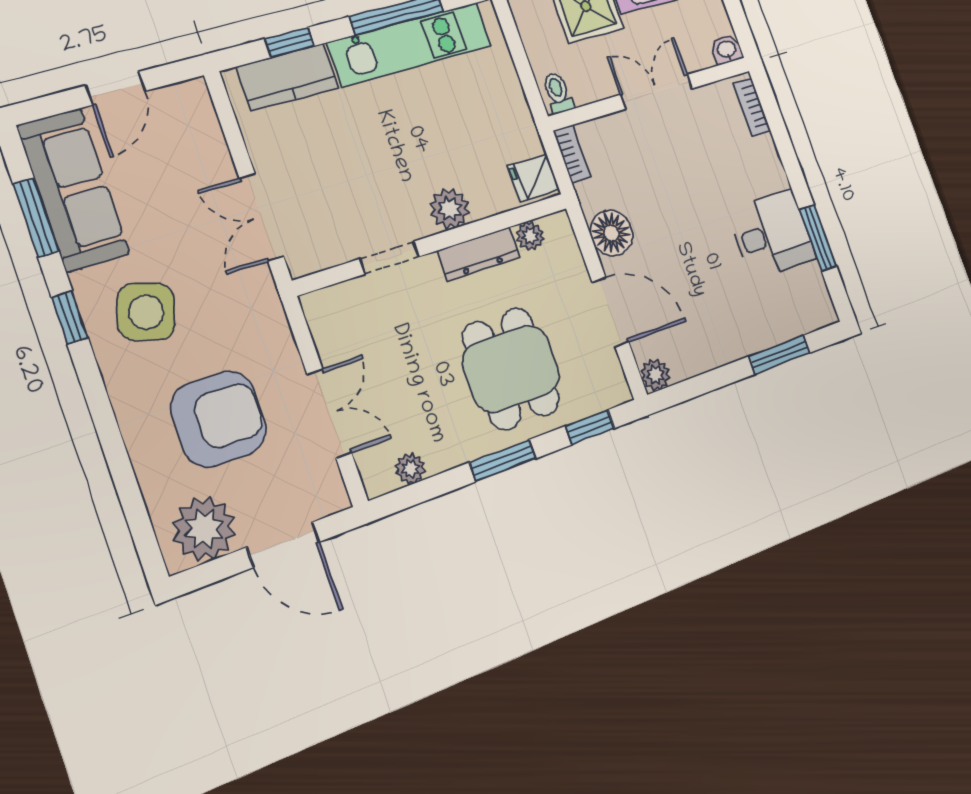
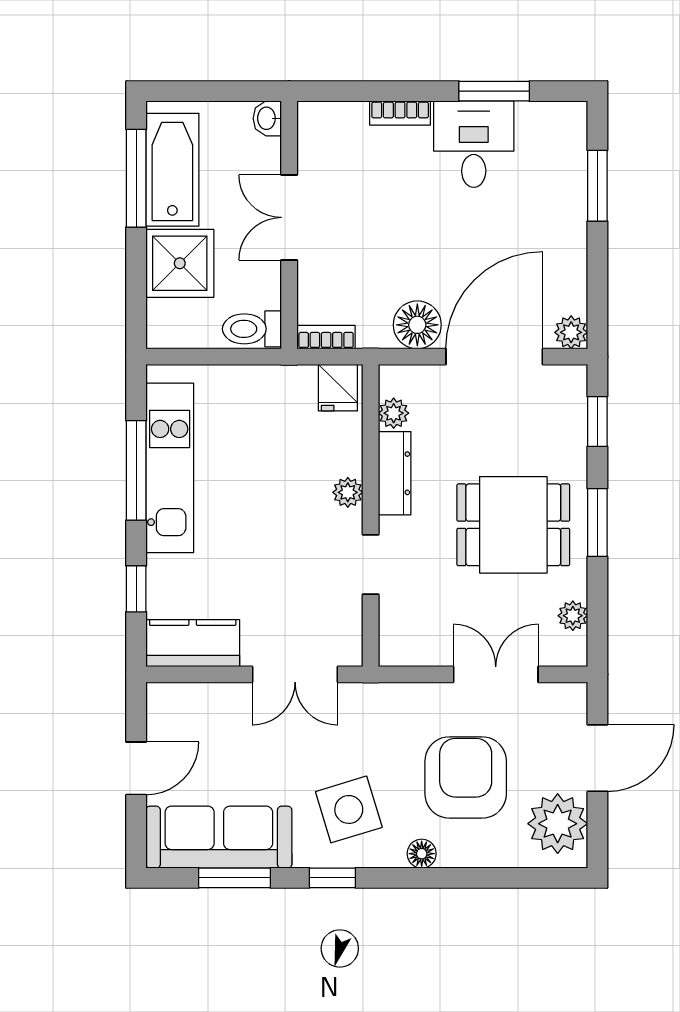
kitchen counter: (288, 77) -> (193, 643), moved, turned -90
door: (116, 88) -> (136, 768), hinge flipped
toilet: (558, 93) -> (252, 329), width x1.37, depth x1.39
bookcase: (752, 107) -> (400, 113), moved
plant: (450, 209) -> (348, 492), width x0.73, depth x0.73
side table: (146, 312) -> (349, 809), turned -34
door: (610, 312) -> (494, 357), width x1.36
dining table: (511, 369) -> (513, 525), moved
floor lamp: (126, 401) -> (422, 854), added

